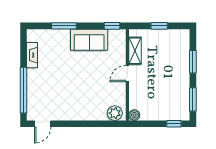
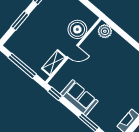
window: (159, 26) -> (22, 66), width x2.17
boiler: (134, 115) -> (77, 29), moved, width x1.86, depth x1.86

